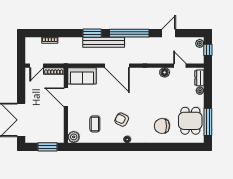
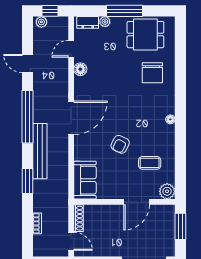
window: (92, 33) -> (28, 181), moved
door: (117, 66) -> (71, 118), moved
door: (66, 97) -> (137, 202), moved
armchair: (122, 120) -> (120, 144), moved
window: (208, 122) -> (125, 11), moved

